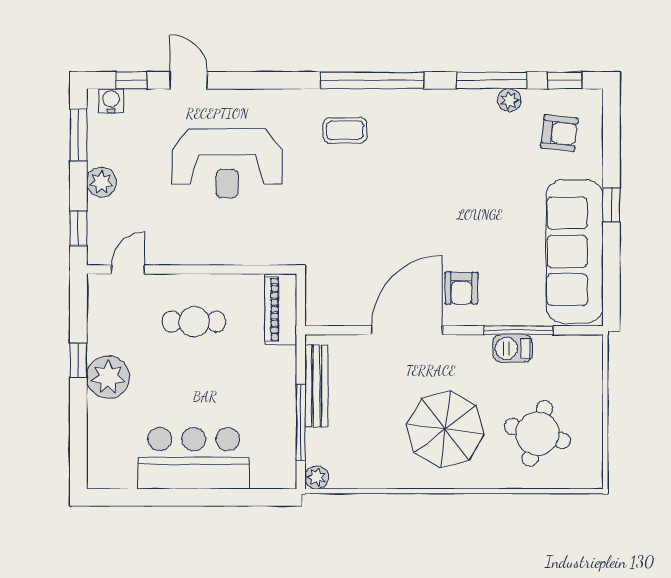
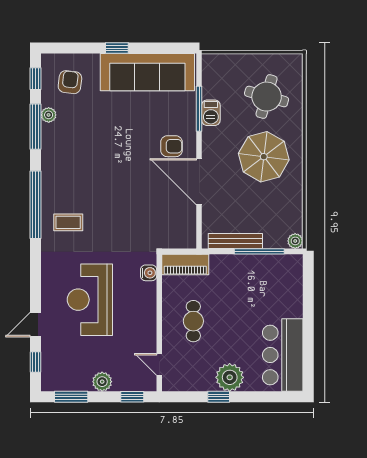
water cooler: (111, 101) -> (149, 273), moved, turned 180
coffee table: (345, 130) -> (68, 222), turned 90
reception desk: (227, 163) -> (90, 300), turned 180
bar counter: (194, 458) -> (283, 355), moved

